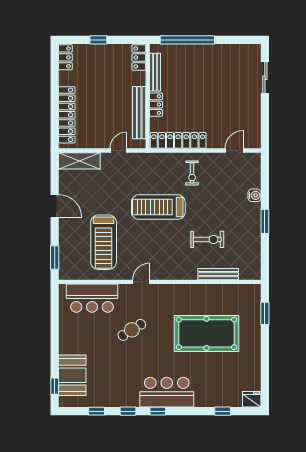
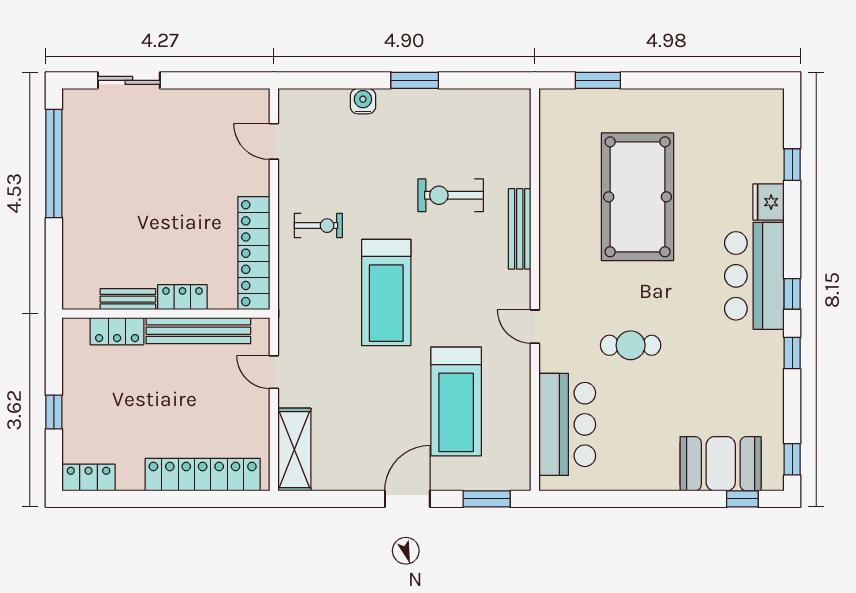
window: (187, 40) -> (54, 163), moved
locker: (139, 57) -> (117, 331), moved
bench: (155, 72) -> (128, 299), width x0.73
door: (55, 206) -> (407, 499), moved
exercise bike: (207, 239) -> (451, 195), turned -90
treadmill: (104, 242) -> (456, 402), turned 90
bench: (218, 274) -> (520, 229), moved
cafe table: (132, 330) -> (631, 345), turned -58
fridge: (252, 399) -> (769, 202), moved
window: (96, 411) -> (792, 459), moved

